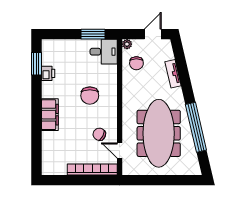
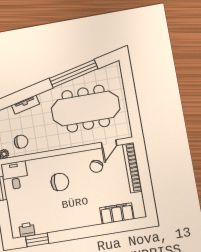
printer: (48, 73) -> (27, 230), moved
filing cabinet: (50, 115) -> (117, 213), moved

